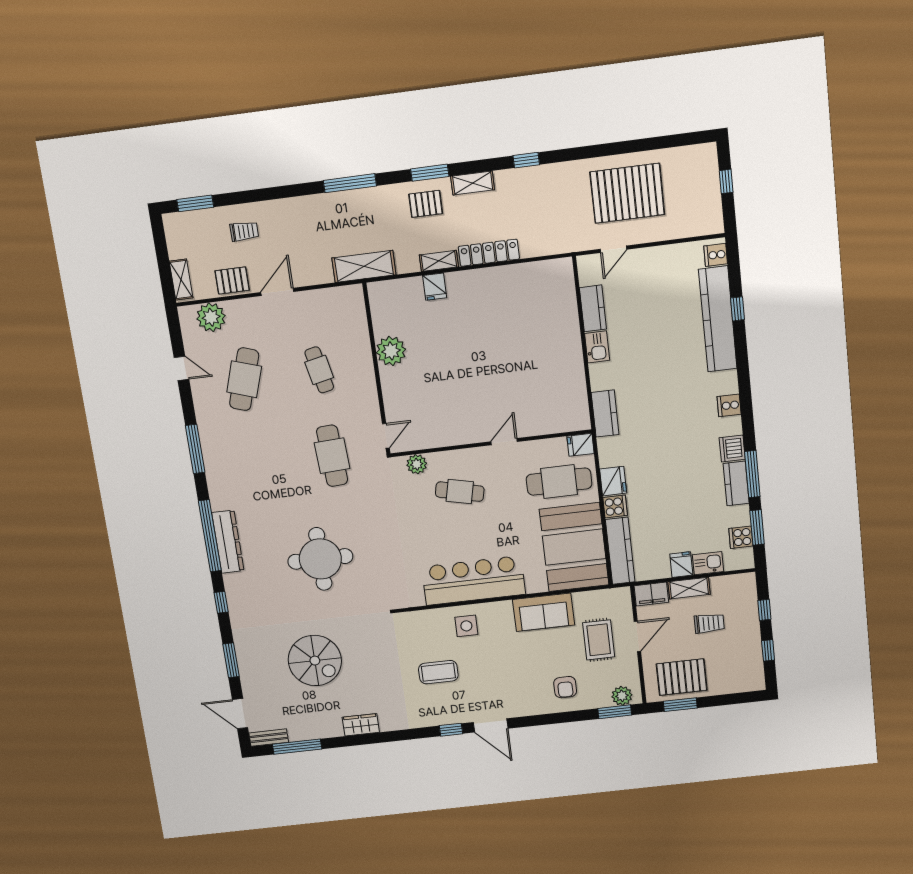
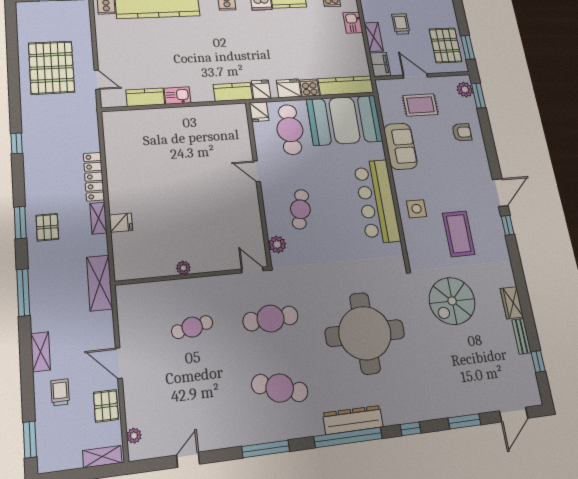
shelving: (473, 183) -> (41, 352), moved
plant: (211, 317) -> (134, 436), width x0.53, depth x0.53
plant: (391, 351) -> (183, 268), width x0.53, depth x0.53
cafe table: (244, 379) -> (280, 388), moved
round table: (320, 559) -> (365, 333), width x1.36, depth x1.36
fridge: (681, 565) -> (261, 90), moved, turned 90
spiral stairs: (315, 661) -> (452, 301), moved, turned 180
coffee table: (438, 672) -> (459, 234), width x1.36, depth x1.32
bench: (269, 738) -> (522, 336), moved
window: (297, 747) -> (538, 361), width x0.46

